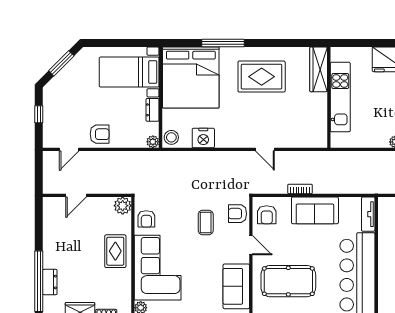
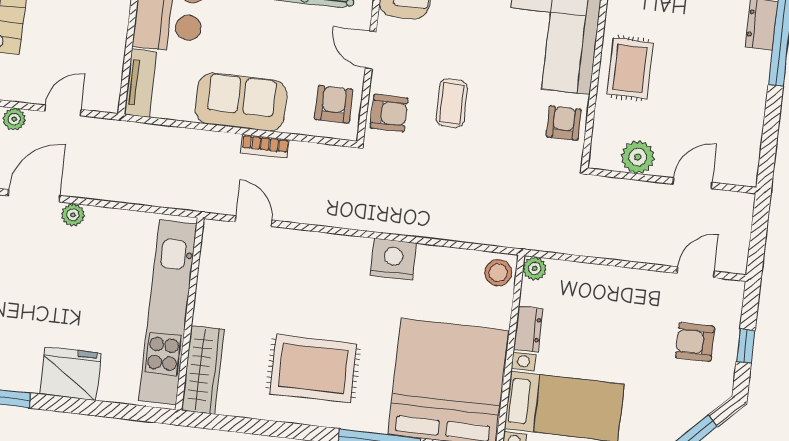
kitchen unit: (340, 97) -> (168, 312), width x1.36
armchair: (100, 134) -> (695, 342), moved
nightstand: (203, 138) -> (393, 259), moved
door: (265, 149) -> (254, 221), moved
plant: (123, 206) -> (638, 157), moved

